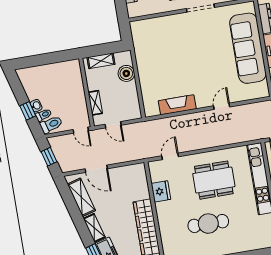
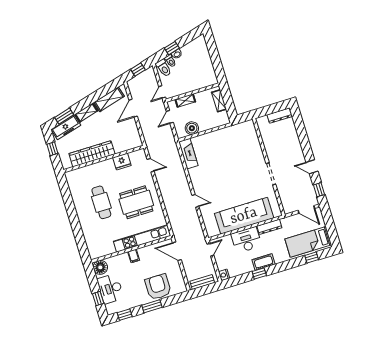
boiler: (126, 73) -> (192, 128), moved
fireplace: (177, 105) -> (188, 154), moved
dining table: (214, 180) -> (136, 202), turned 90

